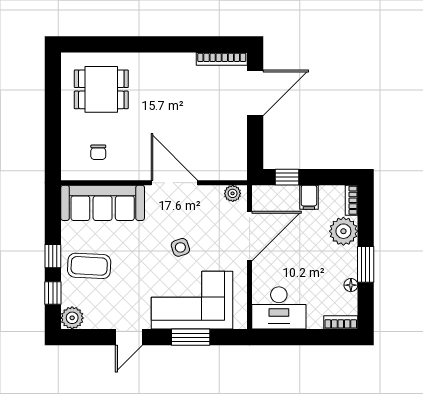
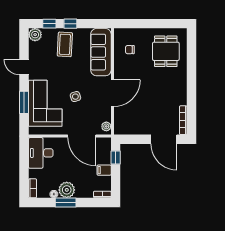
plant: (343, 231) -> (67, 190), moved

